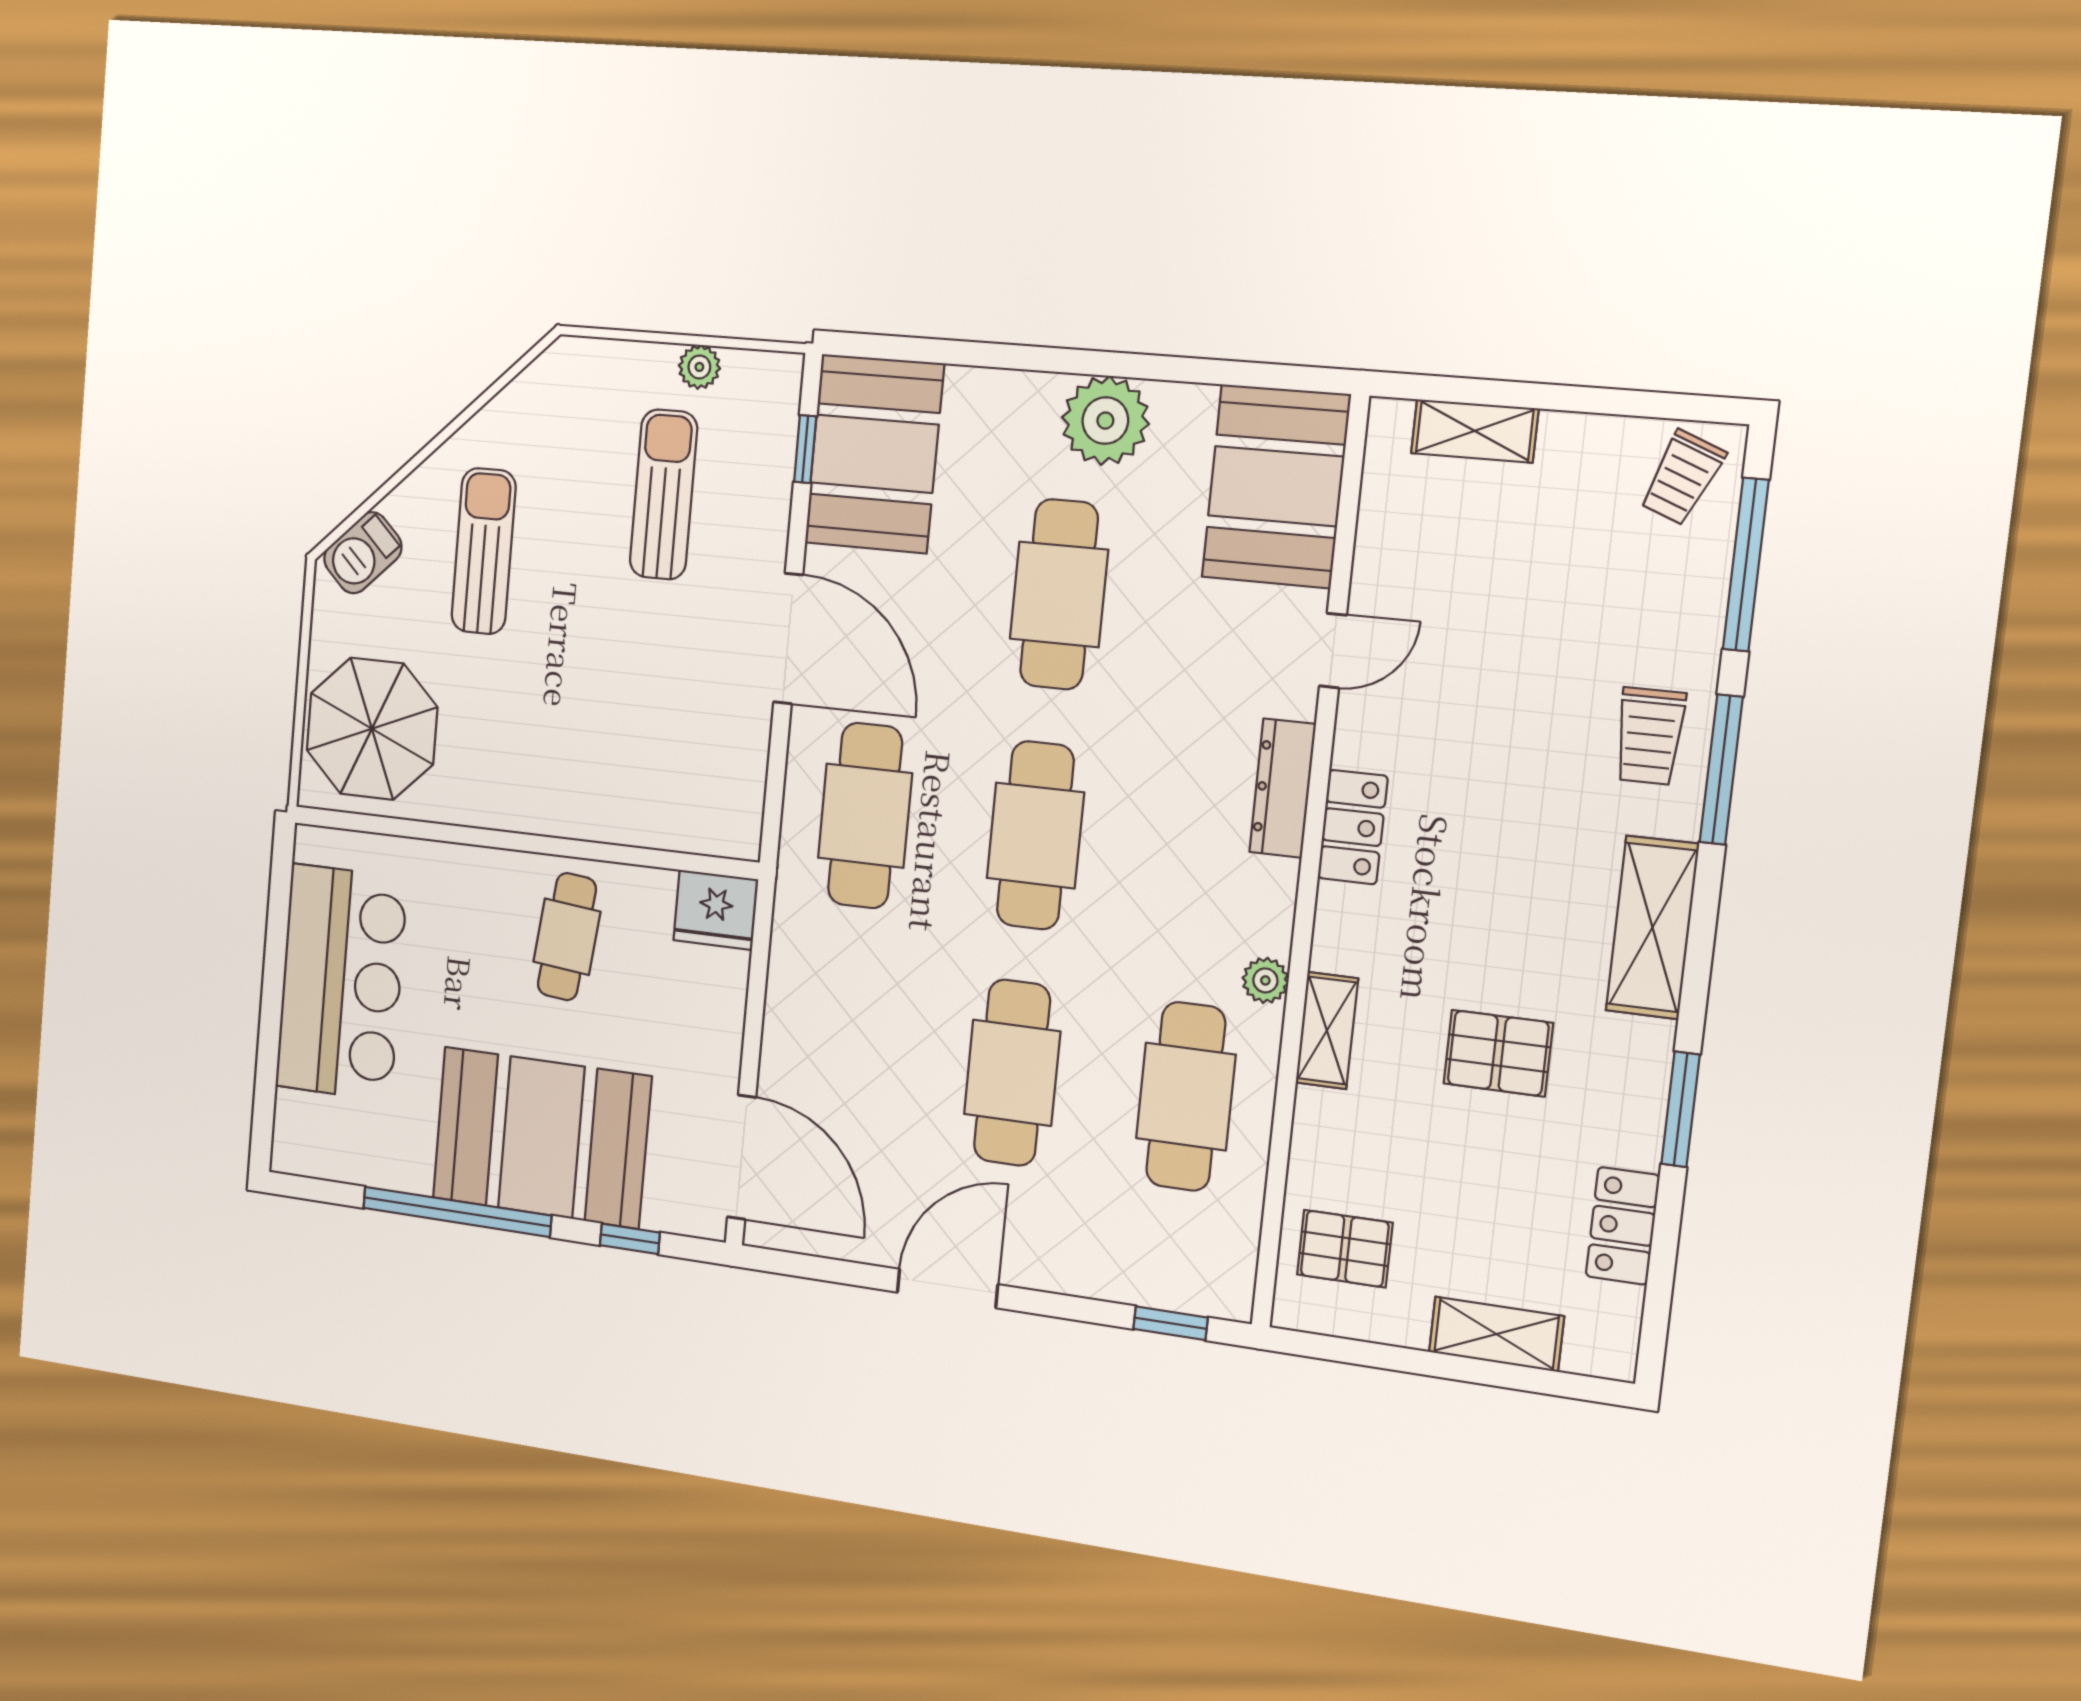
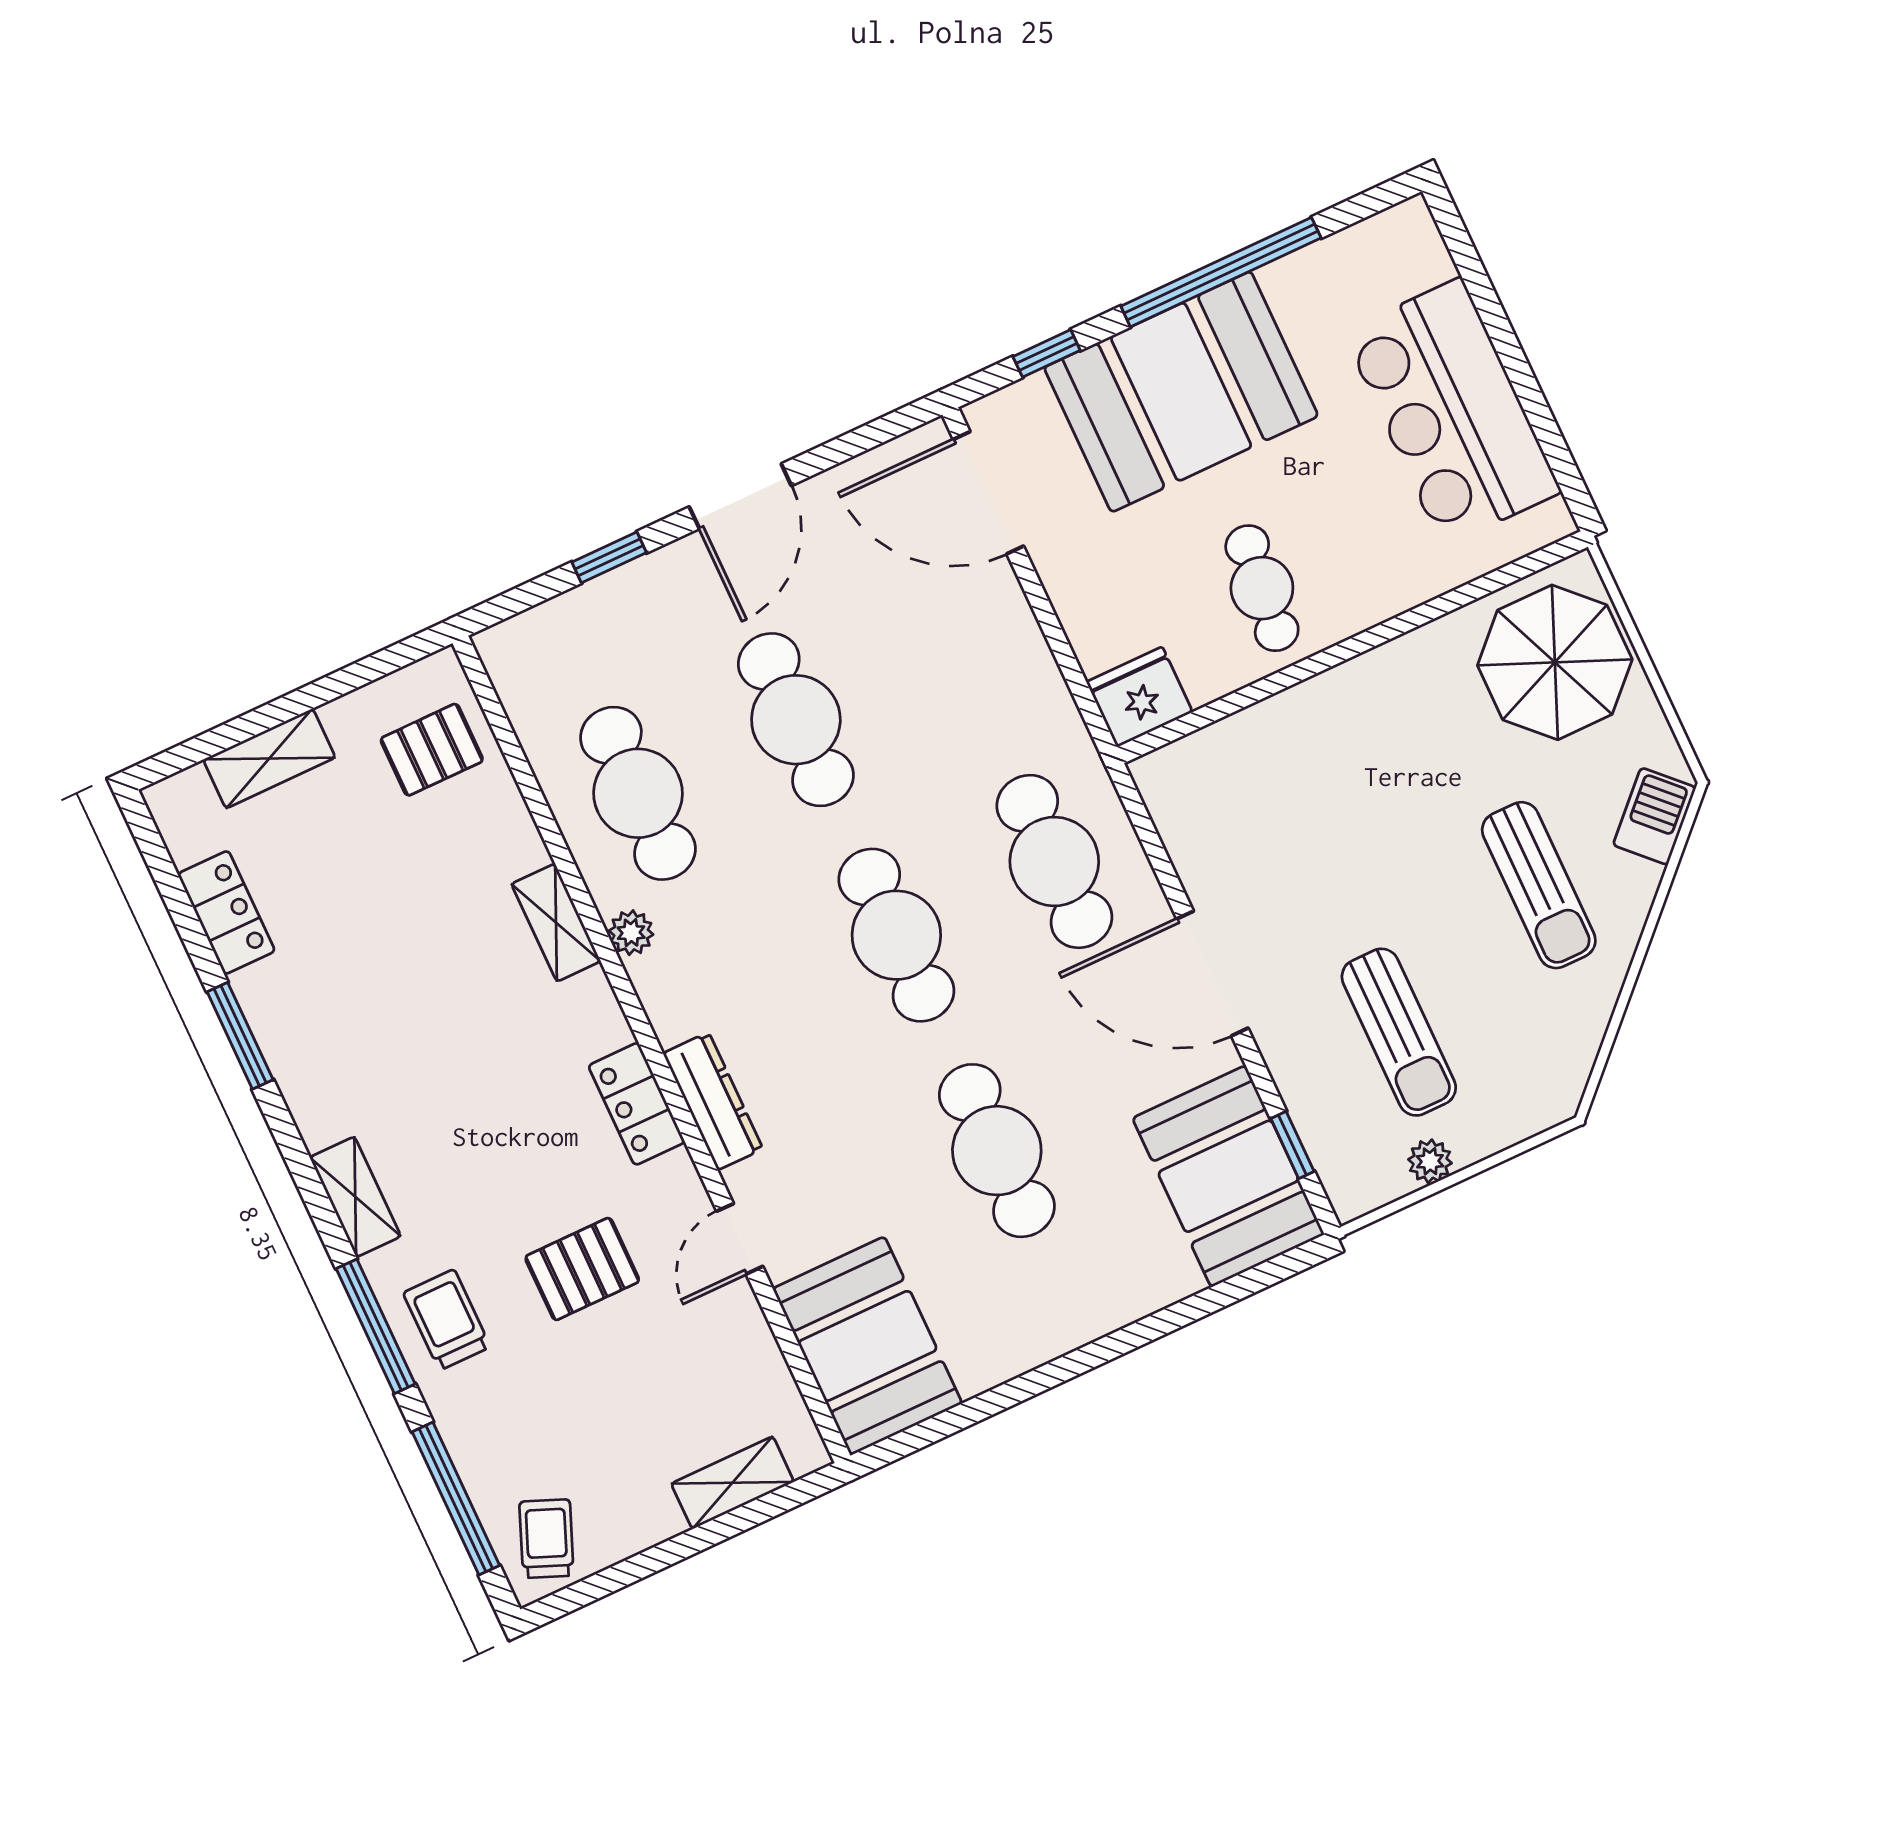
plant: (1105, 421) -> (1043, 1318), removed
shelving: (1652, 927) -> (355, 1197), width x0.67, depth x0.75
pallet: (1498, 1053) -> (582, 1269), moved
window: (1171, 1323) -> (609, 557), moved

